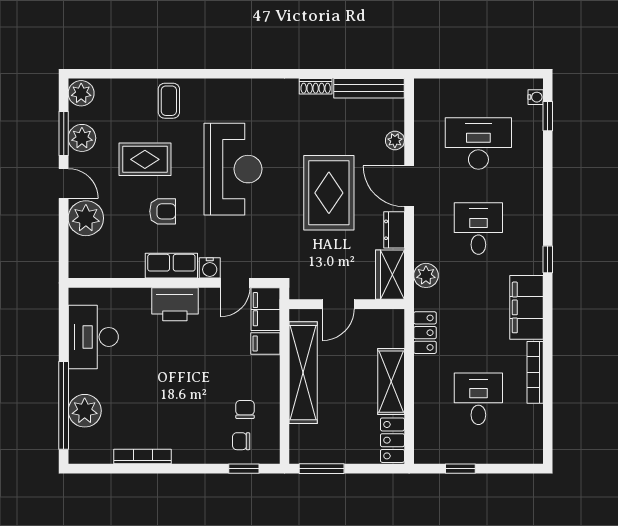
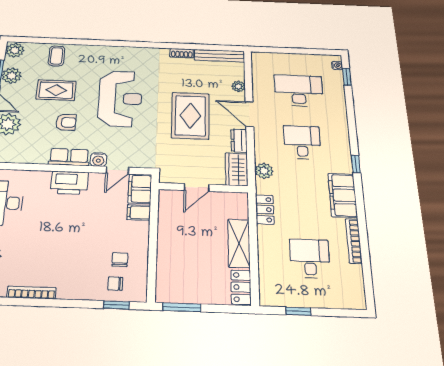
coffee table: (169, 101) -> (57, 56), moved
shelving: (303, 373) -> (168, 234), removed

